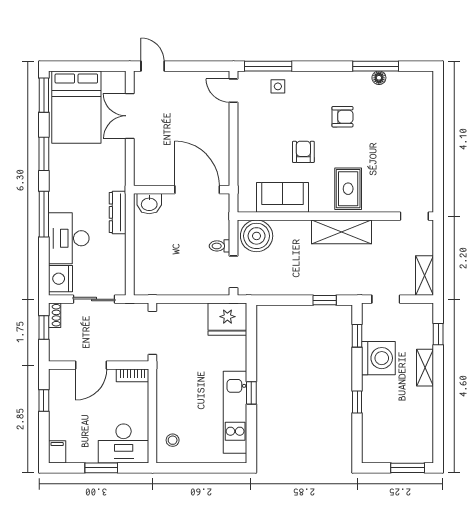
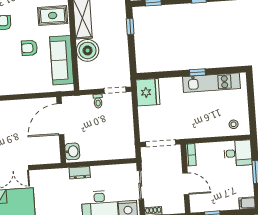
sofa: (282, 197) -> (62, 60), width x1.36
dresser: (118, 212) -> (80, 173), width x0.70
boiler: (257, 236) -> (88, 50), moved
desk: (124, 443) -> (238, 153), width x0.73

